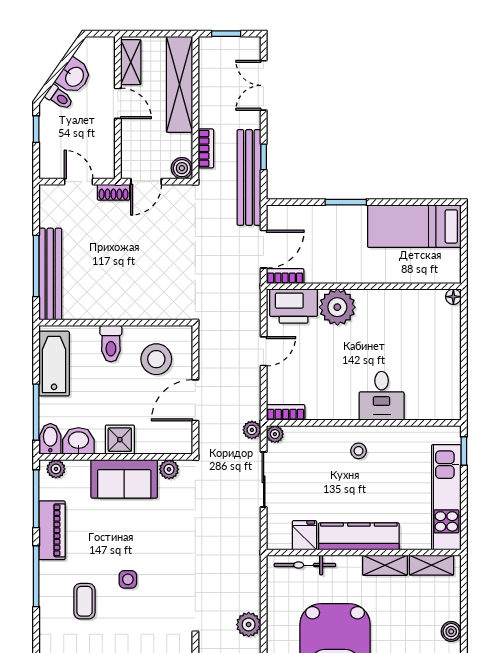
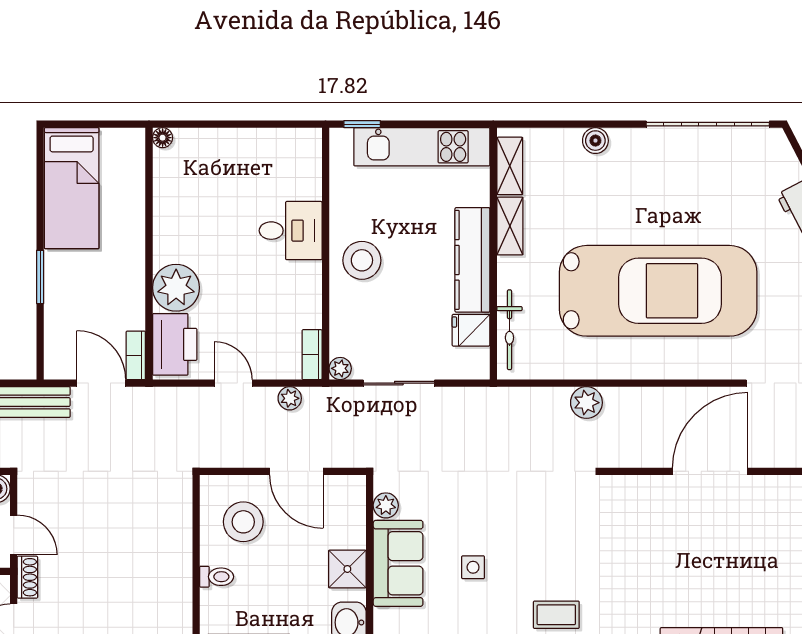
toilet: (111, 344) -> (217, 577), width x0.73, depth x0.72
plant: (252, 430) -> (290, 398), moved
stool: (359, 451) -> (362, 260), width x1.89, depth x1.89
side table: (128, 579) -> (473, 567), moved

